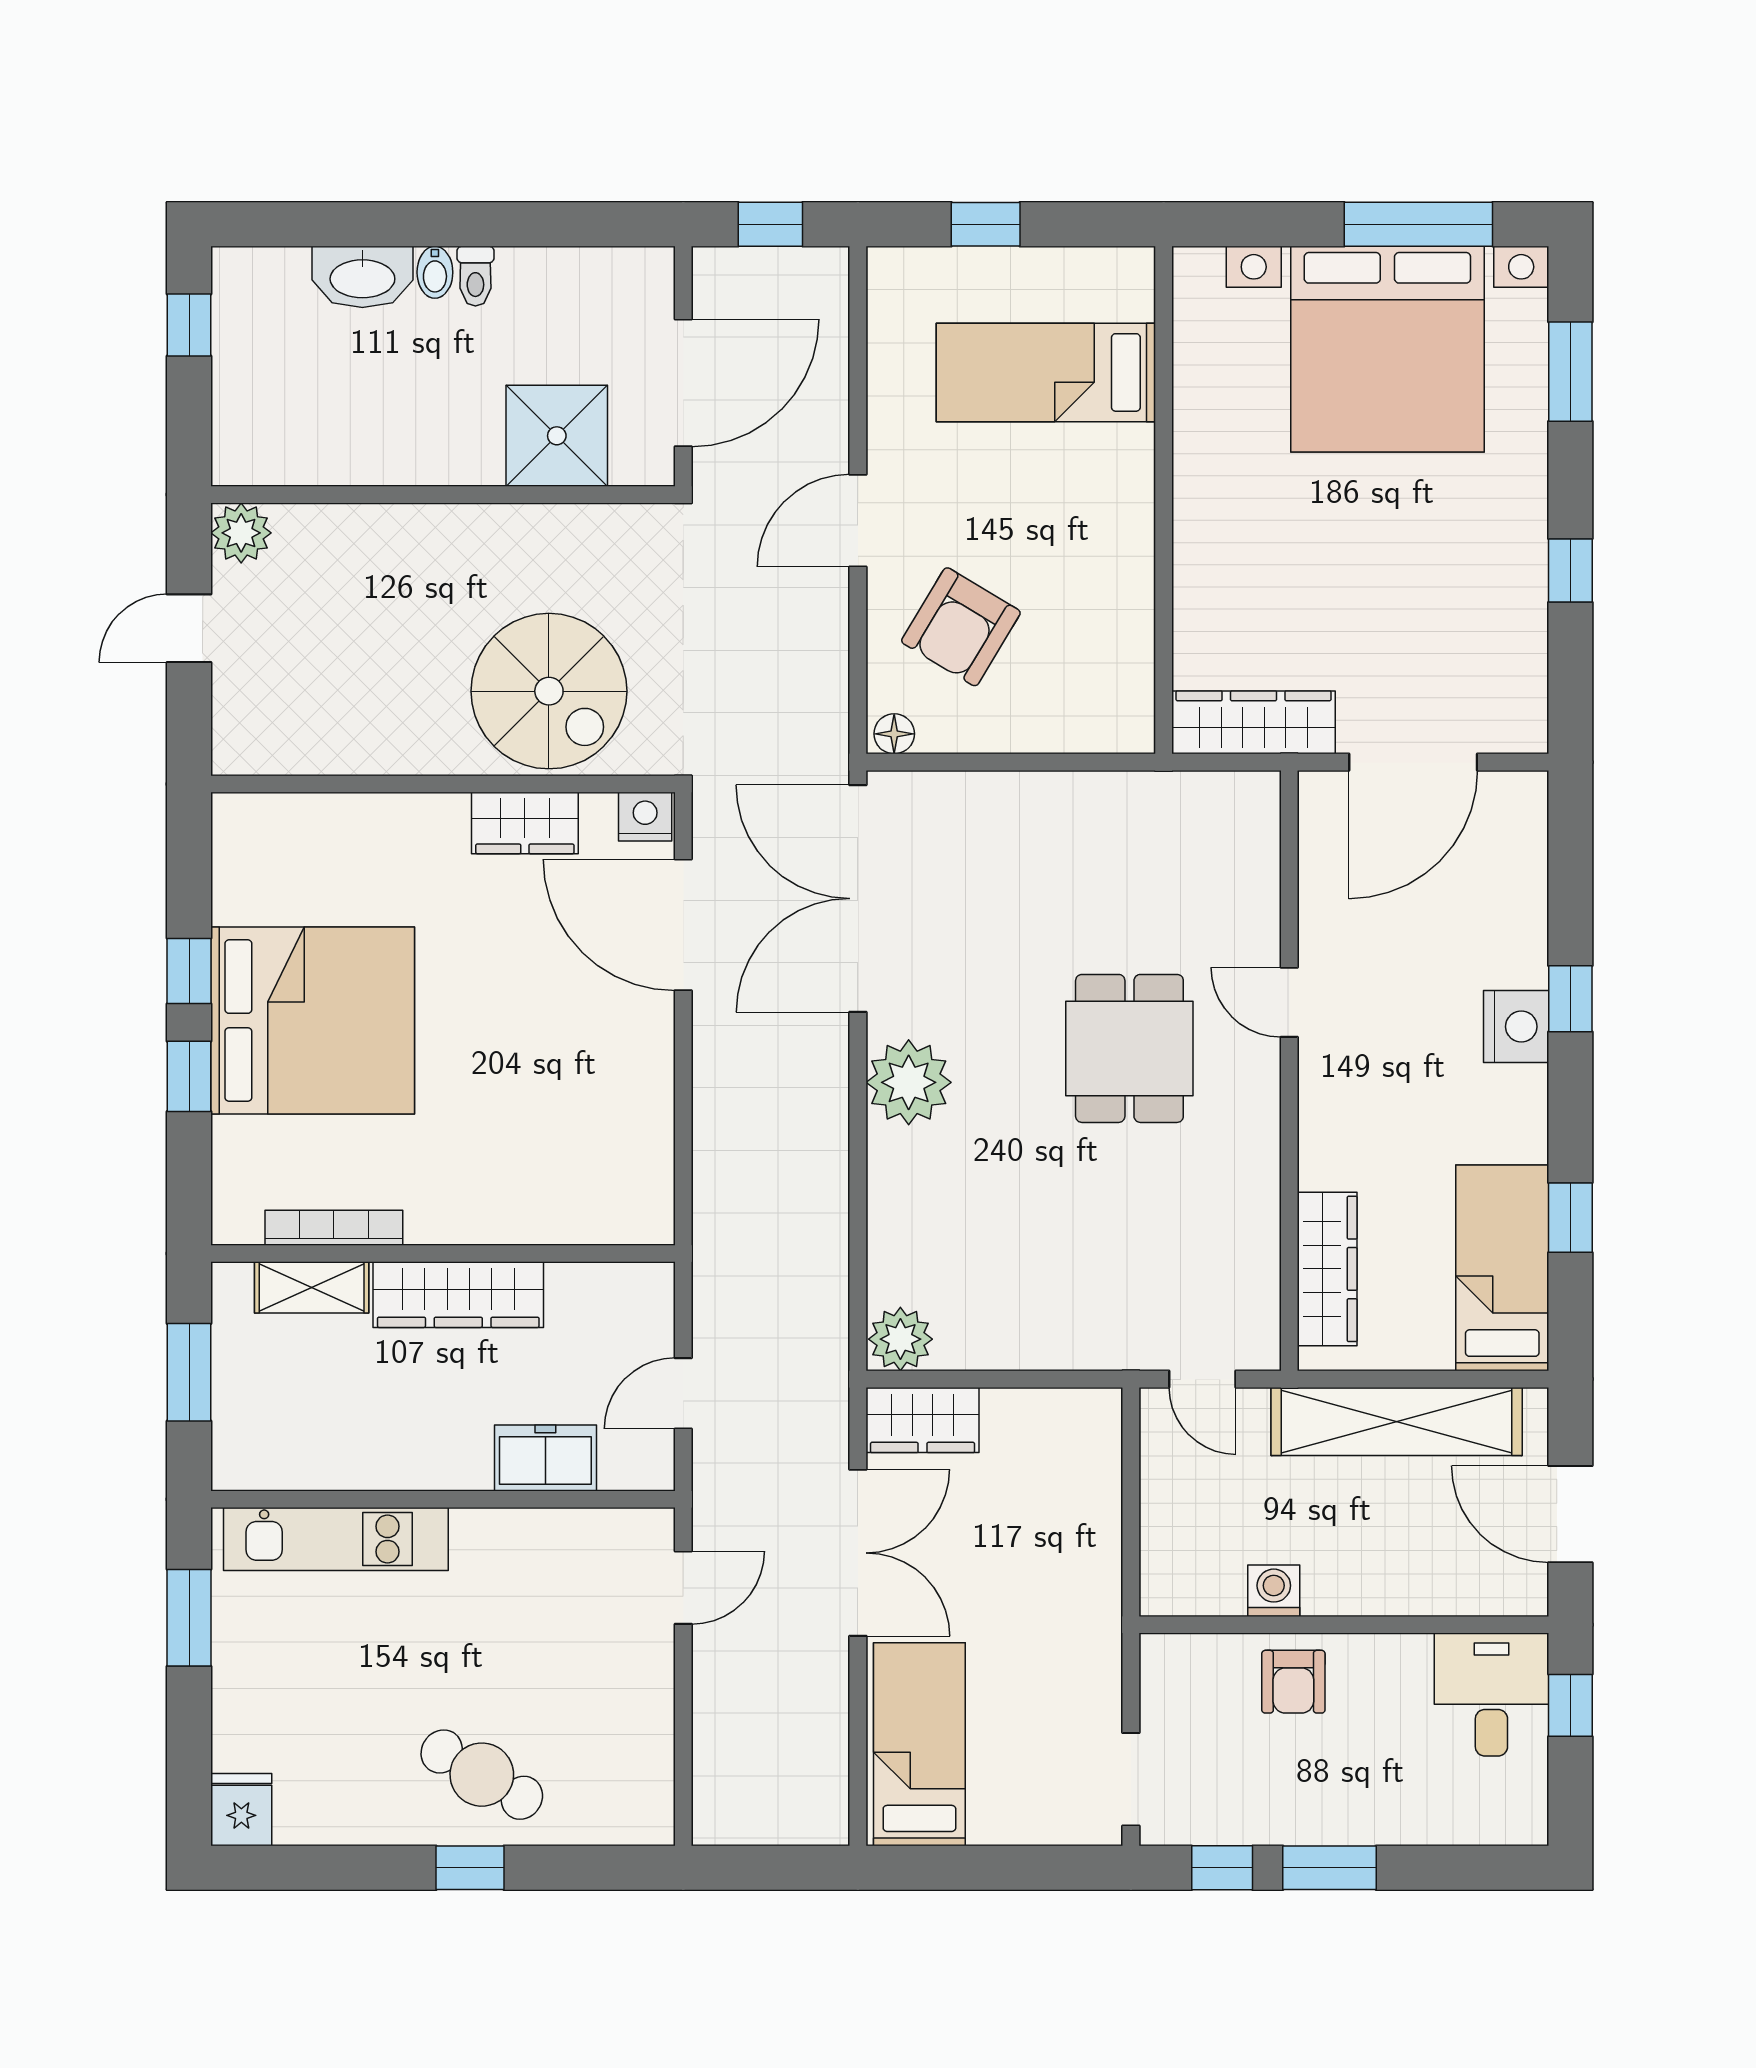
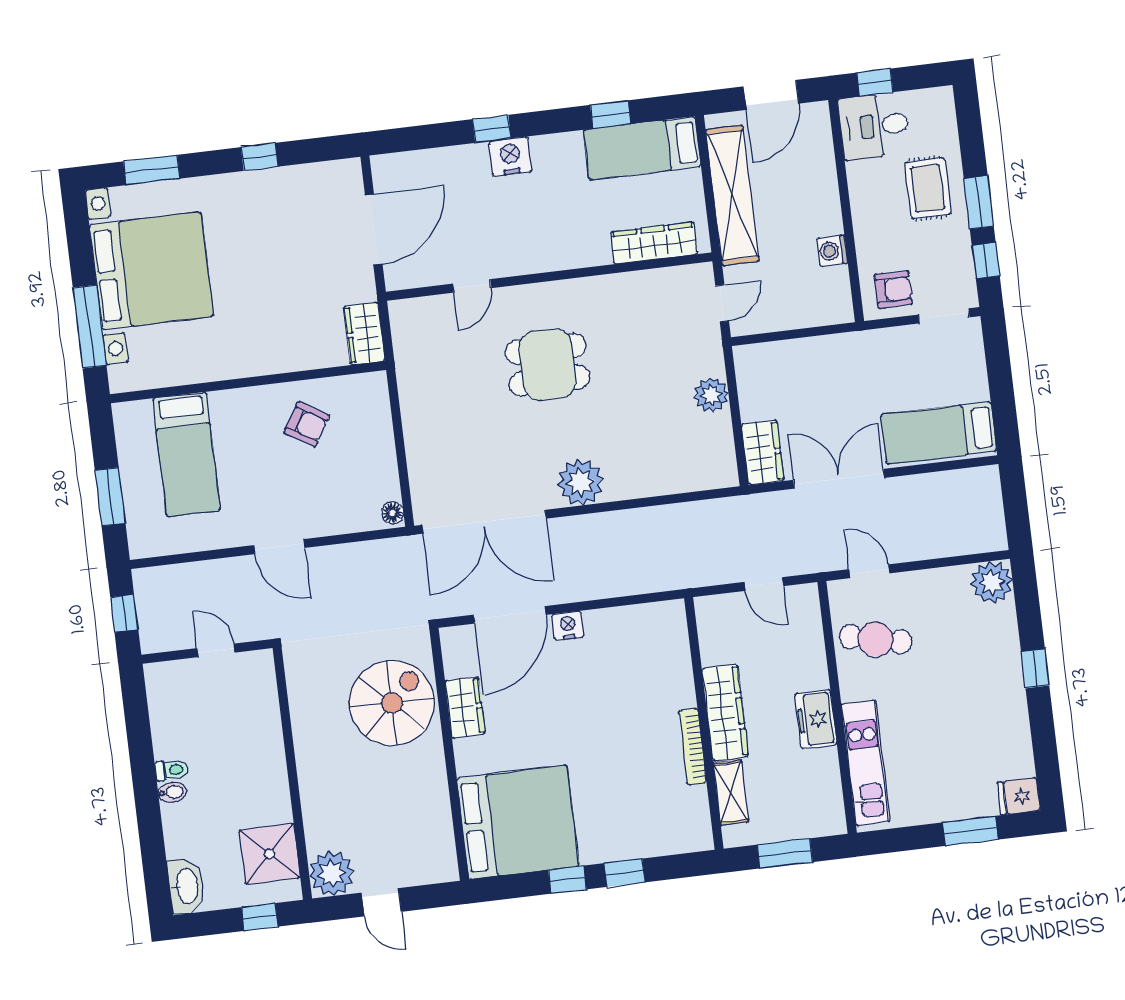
window: (986, 224) -> (110, 497), width x1.50
window: (1418, 224) -> (90, 327), moved
washbasin: (362, 277) -> (186, 886), moved
window: (189, 325) -> (260, 917), moved
door: (683, 383) -> (216, 650), width x0.53
shower: (557, 436) -> (270, 854), moved
plant: (241, 533) -> (332, 874), width x1.36, depth x1.36
armchair: (961, 627) -> (307, 424), moved, width x0.72, depth x0.72
wardrobe: (1254, 722) -> (364, 334), width x0.67
door: (1413, 762) -> (374, 230), hinge flipped
nightstand: (645, 817) -> (568, 626), moved, turned 90
door: (1289, 1002) -> (472, 286), moved
bed: (313, 1021) -> (518, 822), moved, turned 90
bookcase: (334, 1228) -> (692, 747), moved
plant: (900, 1339) -> (711, 395), moved
freezer: (545, 1458) -> (816, 719), moved
window: (189, 1618) -> (970, 831), moved
armchair: (1293, 1682) -> (893, 290), moved
cafe table: (482, 1775) -> (876, 639), moved, turned 73
rug: (1366, 1778) -> (928, 188), added
plant: (637, 1807) -> (992, 582), added

